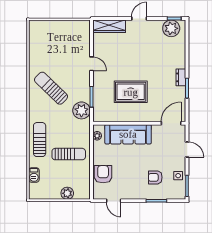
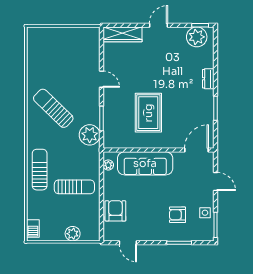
dresser: (181, 77) -> (208, 79), moved
rug: (131, 92) -> (148, 113), turned 90
barbecue: (34, 175) -> (33, 228), moved

